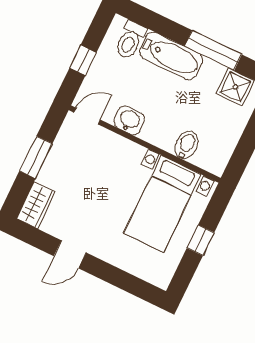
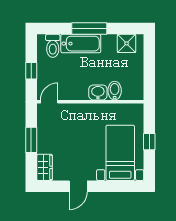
window: (213, 50) -> (89, 29), moved
washbasin: (129, 120) -> (98, 92), moved
bed with nightstands: (162, 204) -> (120, 153), moved, turned 180

